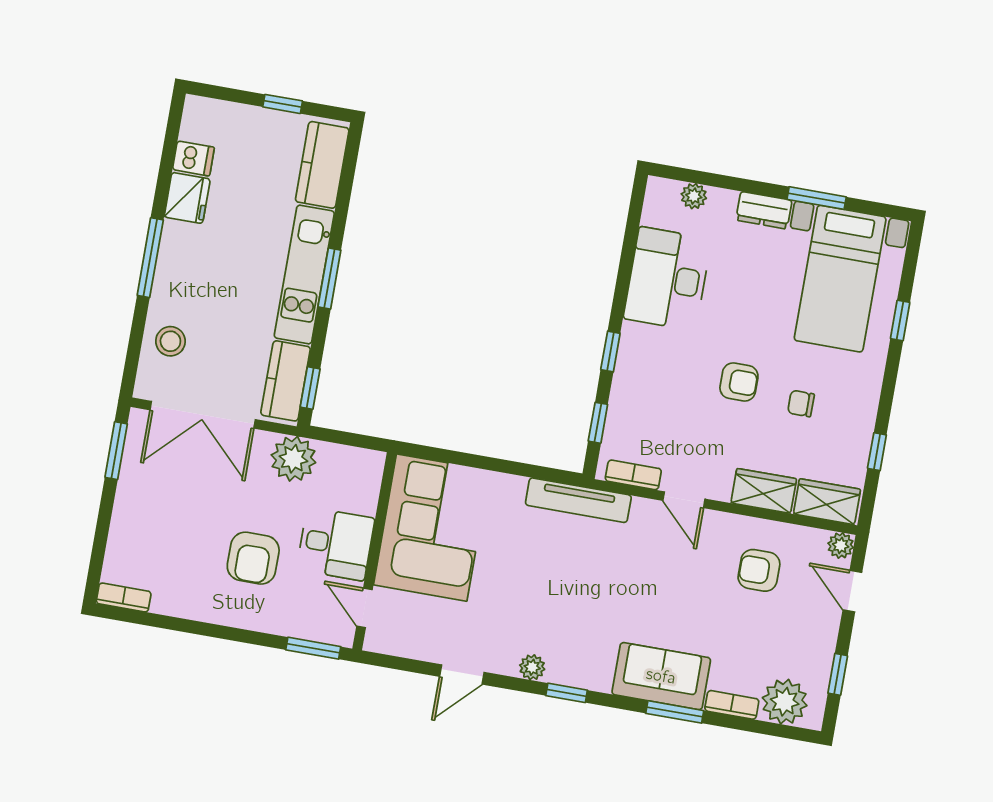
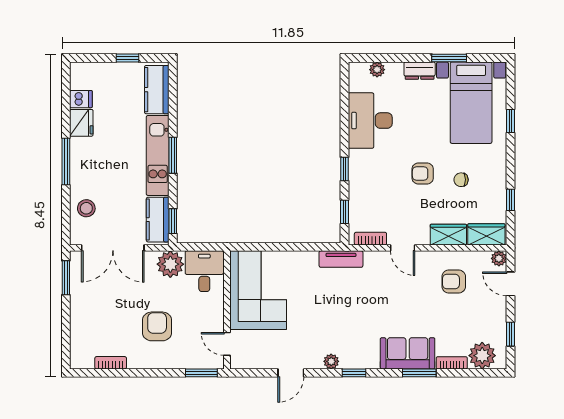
armchair: (739, 382) -> (423, 173), turned 180
tv unit: (578, 500) -> (341, 259), width x0.71
desk: (336, 544) -> (204, 271), moved, turned -90
armchair: (253, 558) -> (157, 326), turned 180
bookcase: (124, 598) -> (111, 363), moved

